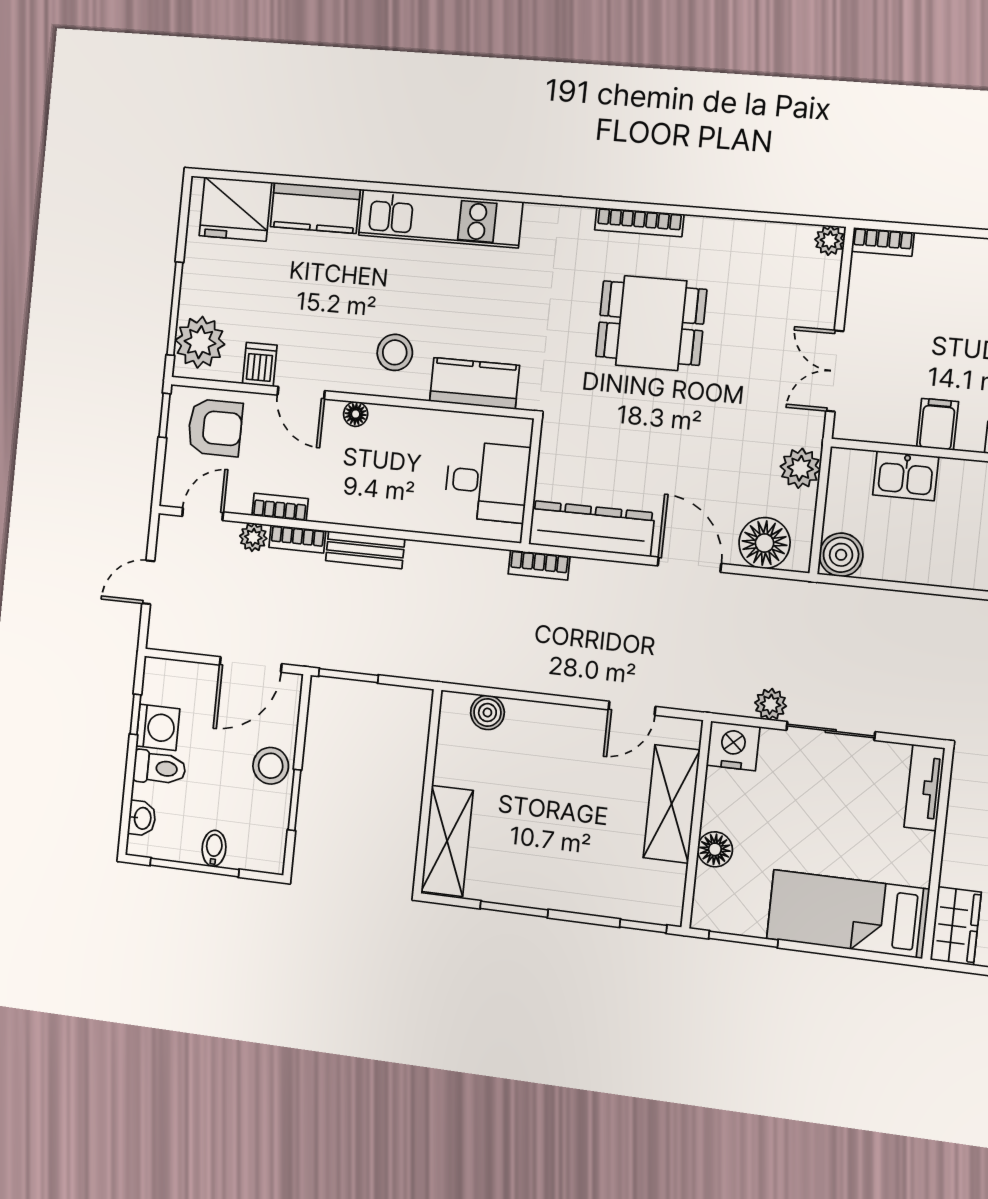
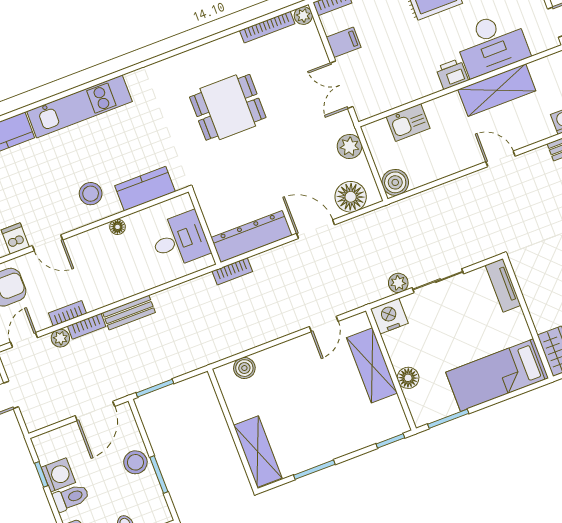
bookcase: (639, 222) -> (267, 27), moved
floor lamp: (356, 414) -> (118, 227), moved
filing cabinet: (938, 424) -> (344, 42), moved, turned 90

